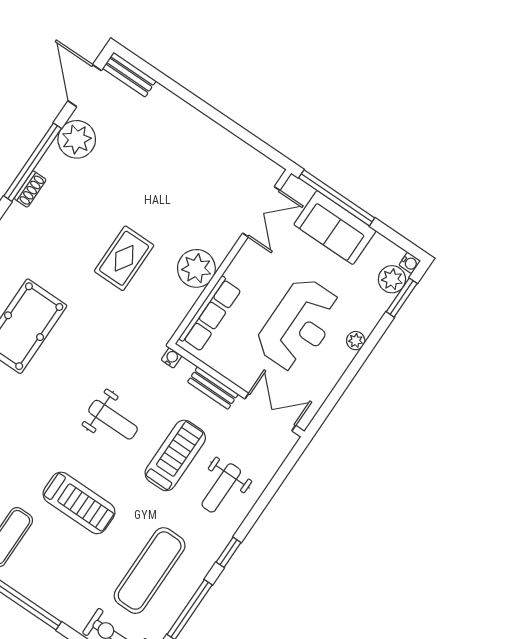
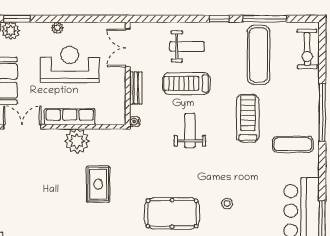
rug: (124, 258) -> (98, 184), turned 90
row of seats: (210, 314) -> (70, 117), moved
exercise mat: (150, 571) -> (258, 55), turned 90

